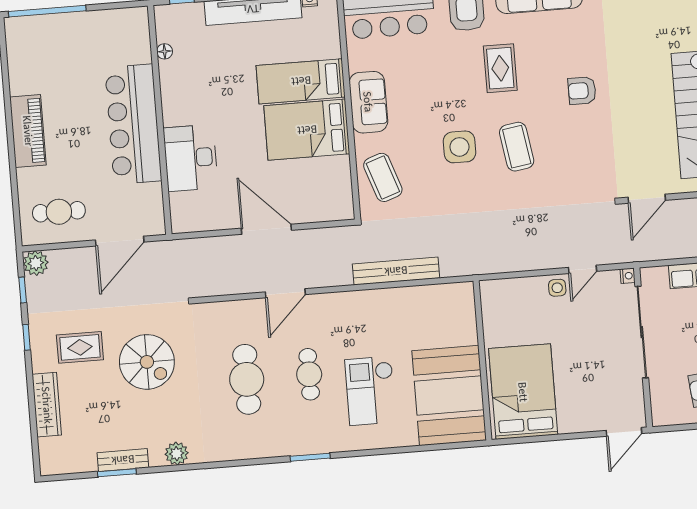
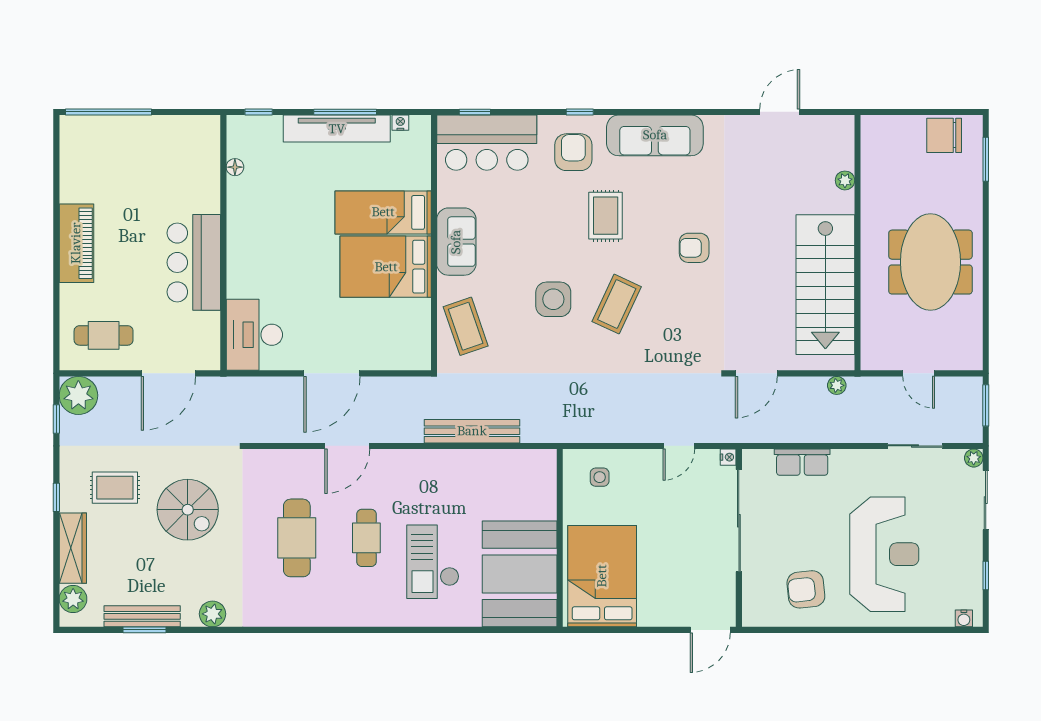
bar counter: (133, 124) -> (194, 262), width x0.73
coffee table: (517, 147) -> (617, 304), turned 34
desk: (191, 158) -> (254, 335), moved
door: (266, 229) -> (332, 373), swing flipped
plant: (36, 263) -> (78, 395), width x1.36, depth x1.36
side table: (557, 288) -> (600, 477), moved
window: (26, 337) -> (56, 497), moved
plant: (51, 450) -> (73, 599), added
window: (310, 457) -> (360, 630), removed
bench: (123, 460) -> (142, 616), width x1.36

